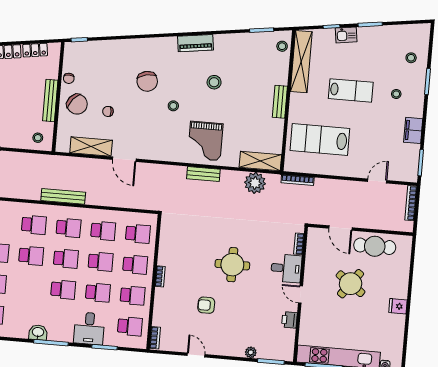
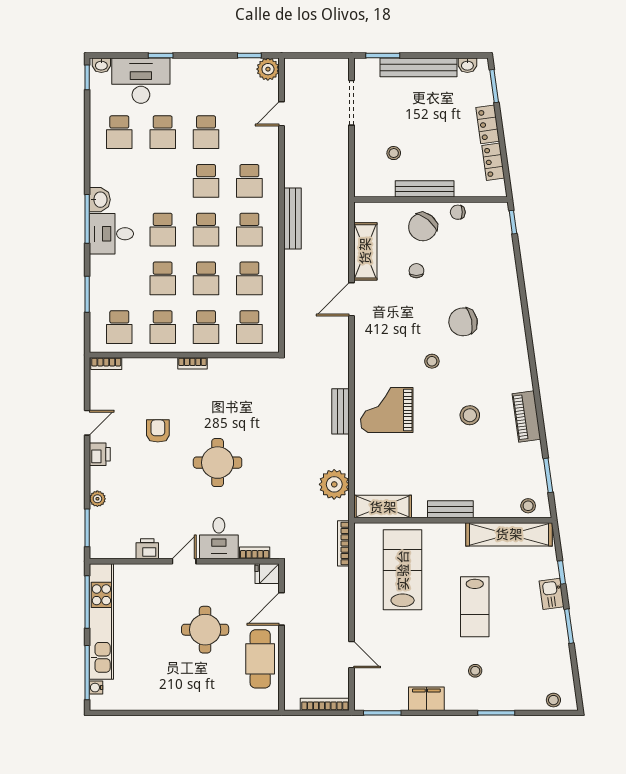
piano: (195, 43) -> (526, 416), moved
stool: (411, 58) -> (553, 700), moved
stool: (38, 138) -> (394, 153), moved
shelving: (260, 161) -> (383, 507), moved, turned 90
round table: (351, 284) -> (205, 630), turned -36
fridge: (398, 306) -> (267, 574), moved, turned -90
desk: (89, 328) -> (111, 234), moved
printer: (219, 348) -> (100, 454), added

